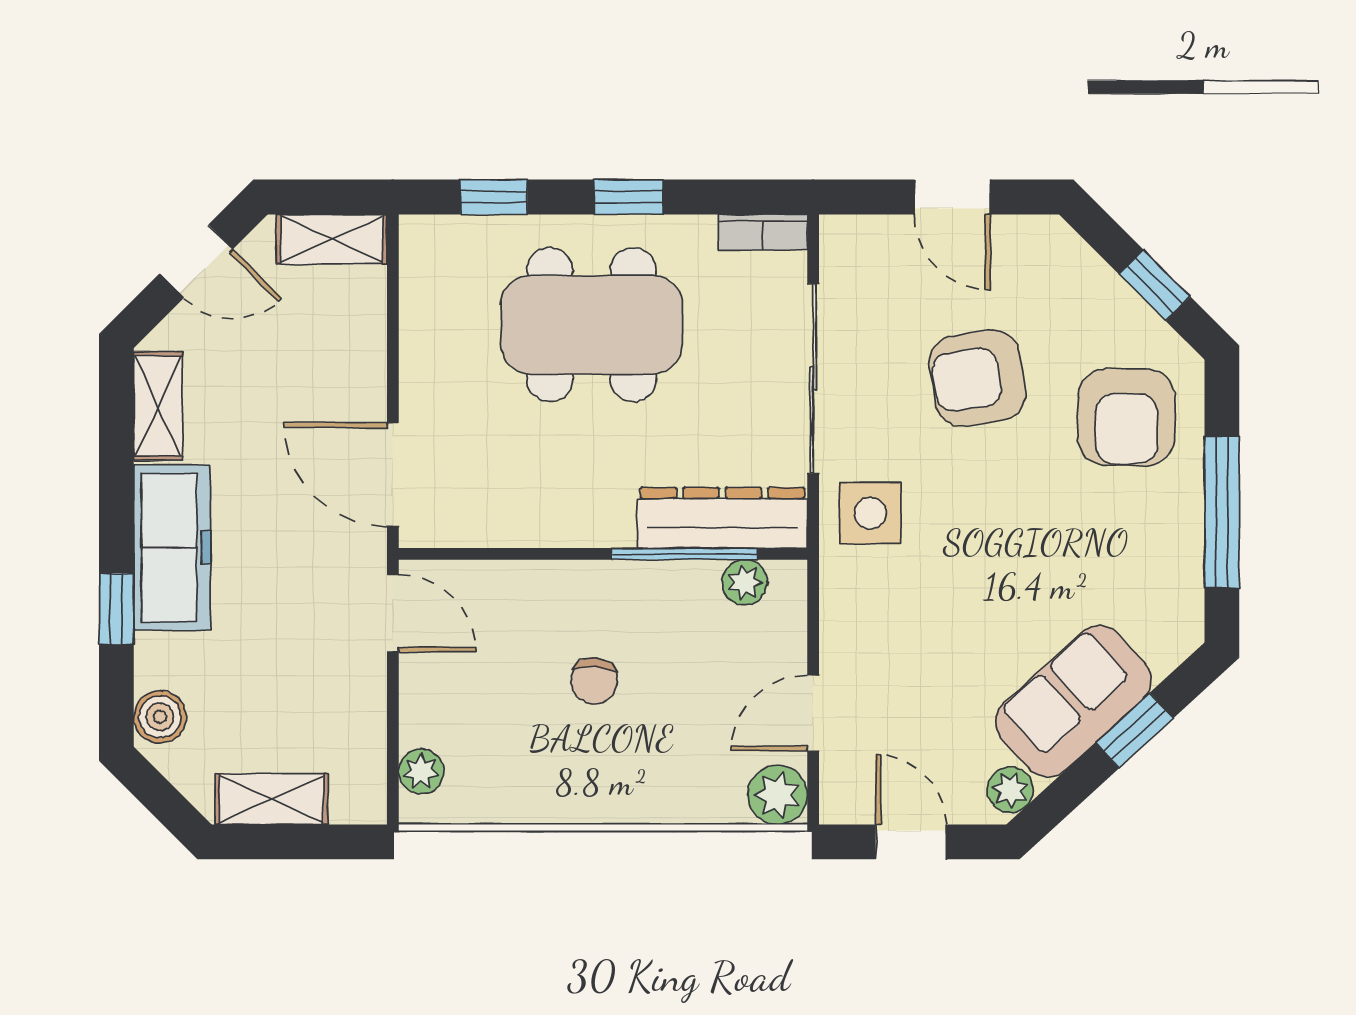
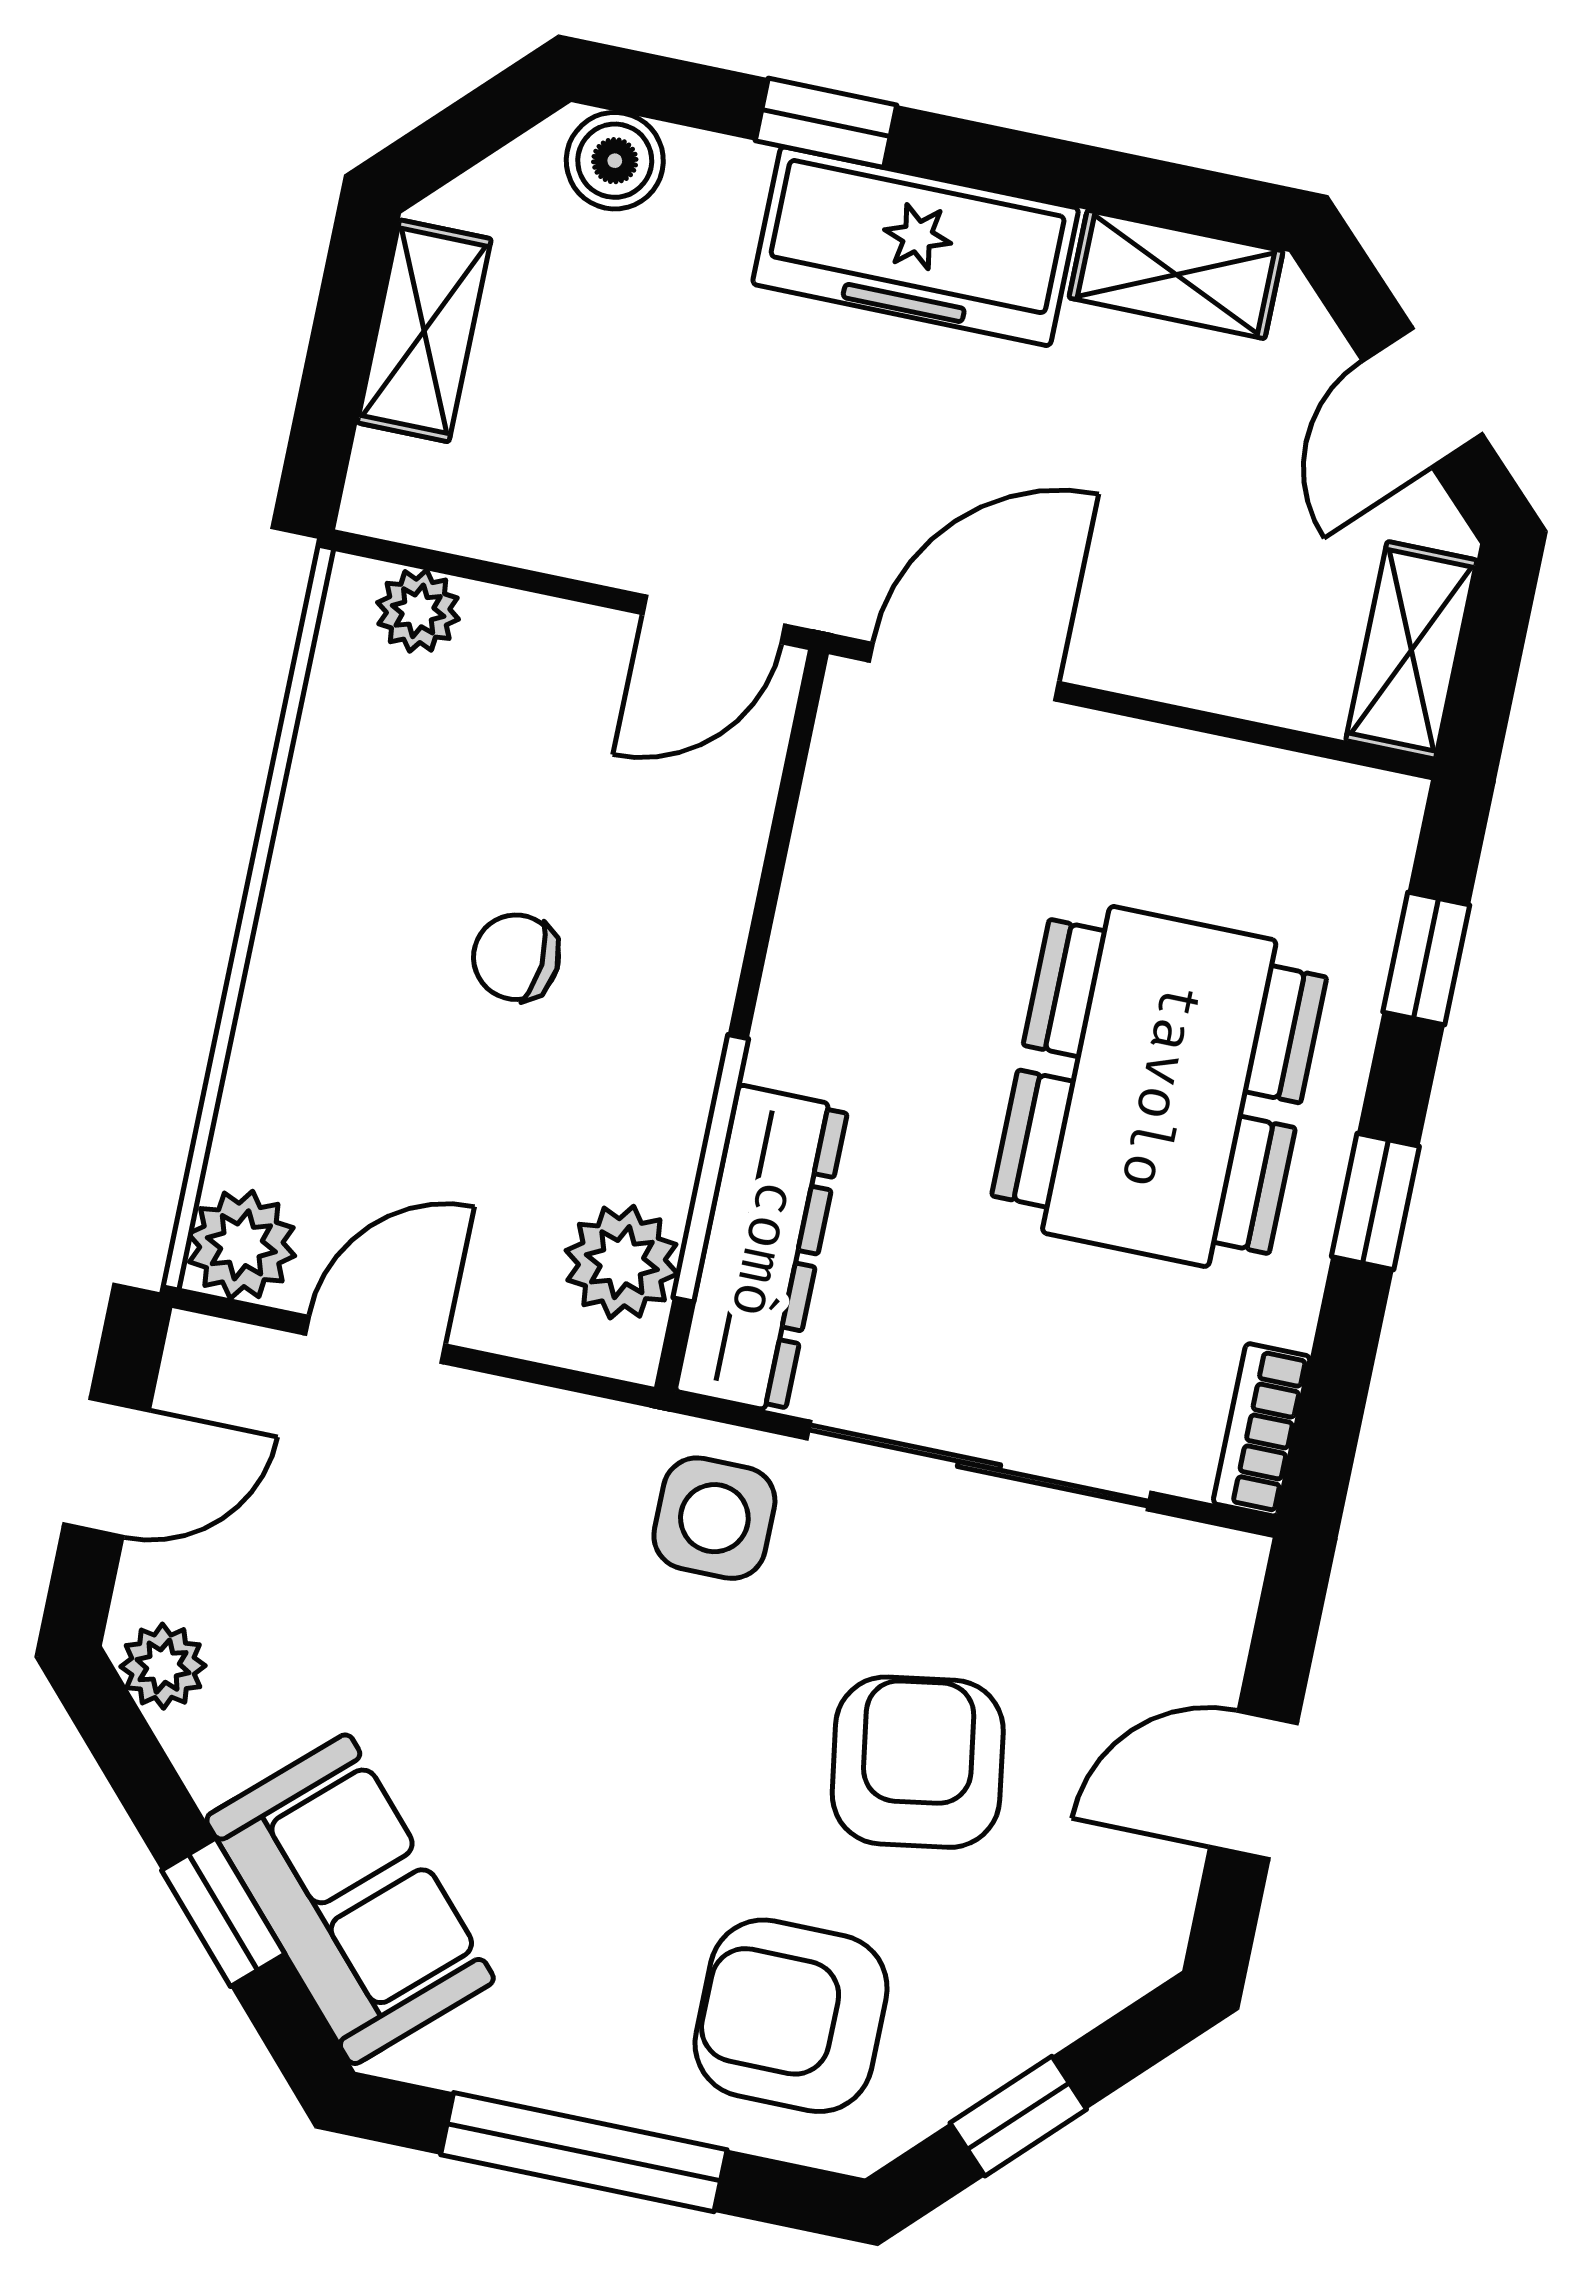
plant: (745, 582) -> (622, 1262), width x1.38, depth x1.38
sofa: (1073, 701) -> (350, 1899), moved
door: (813, 713) -> (375, 1339), hinge flipped

